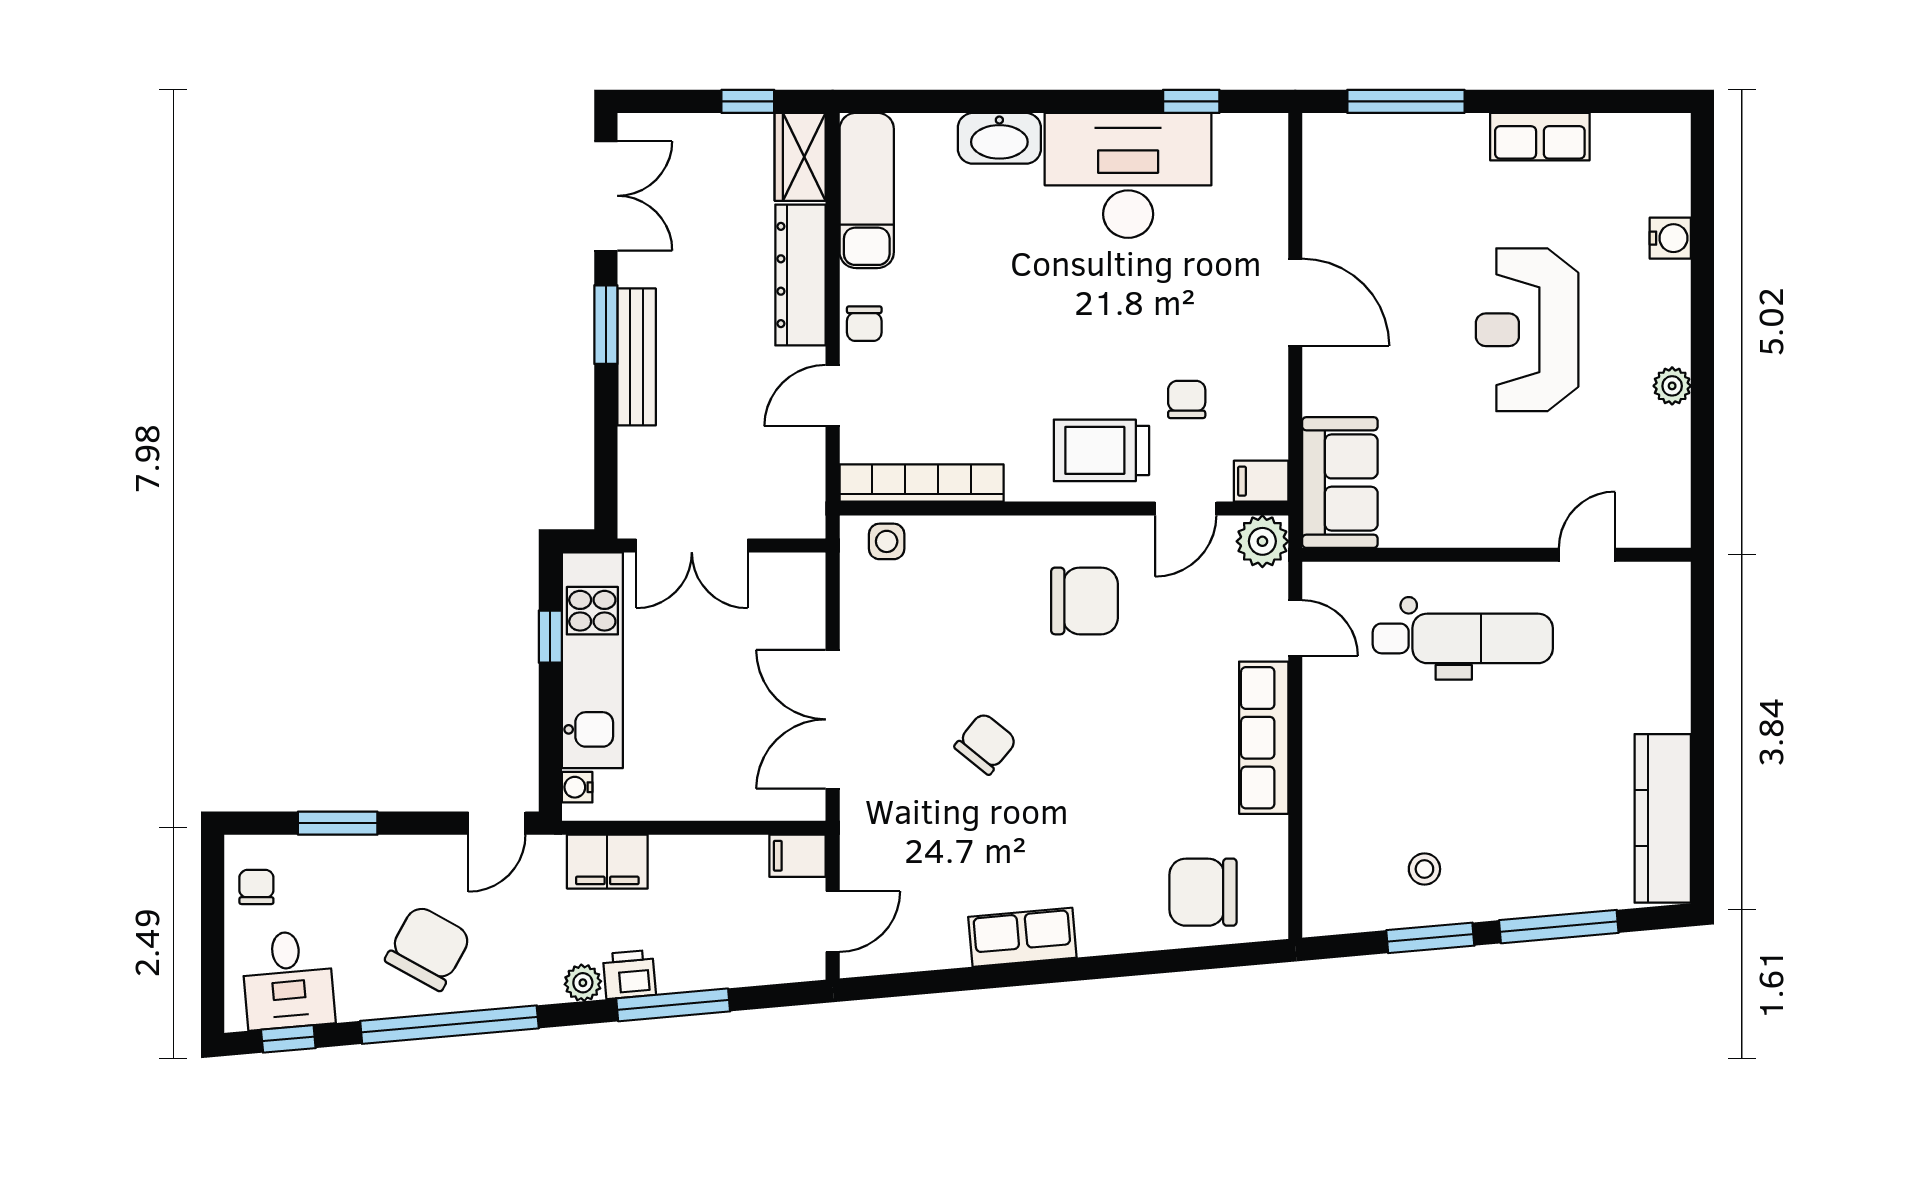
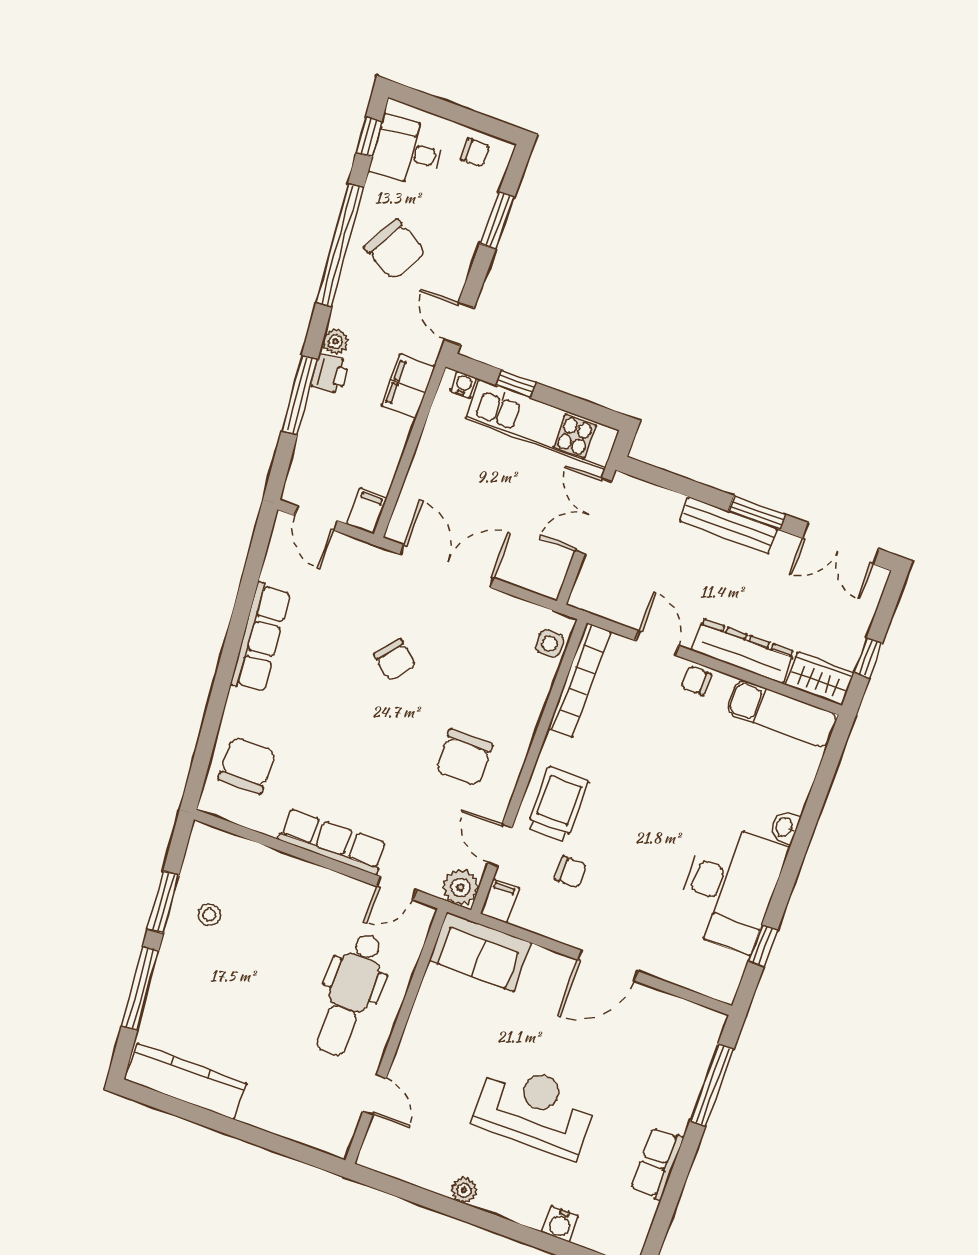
washbasin: (999, 138) -> (785, 827), width x0.52, depth x0.69
window: (550, 637) -> (516, 384), moved
row of seats: (1022, 937) -> (261, 638), width x1.48

